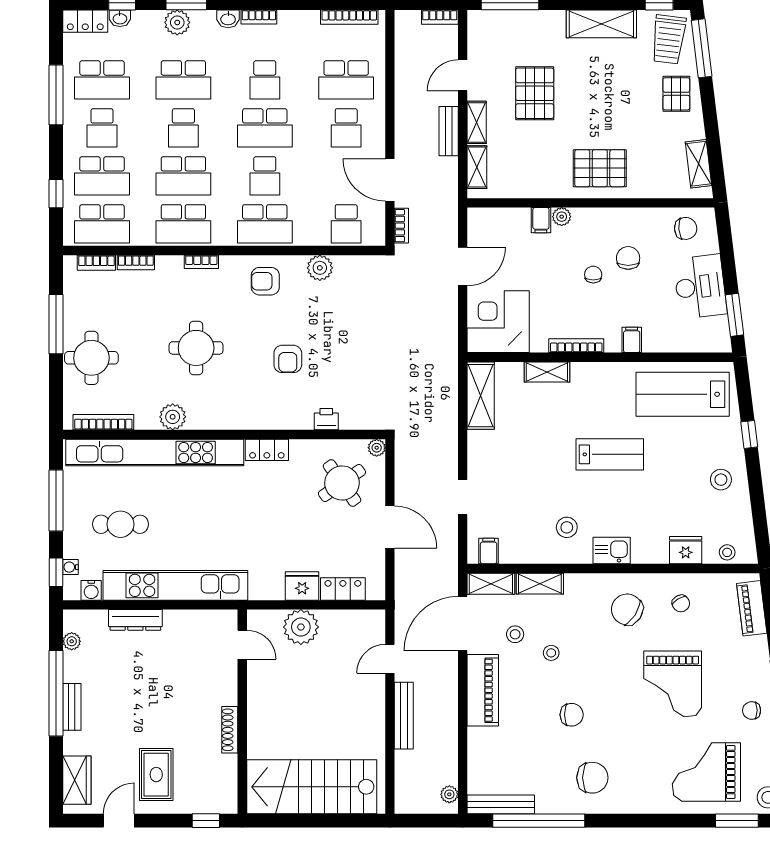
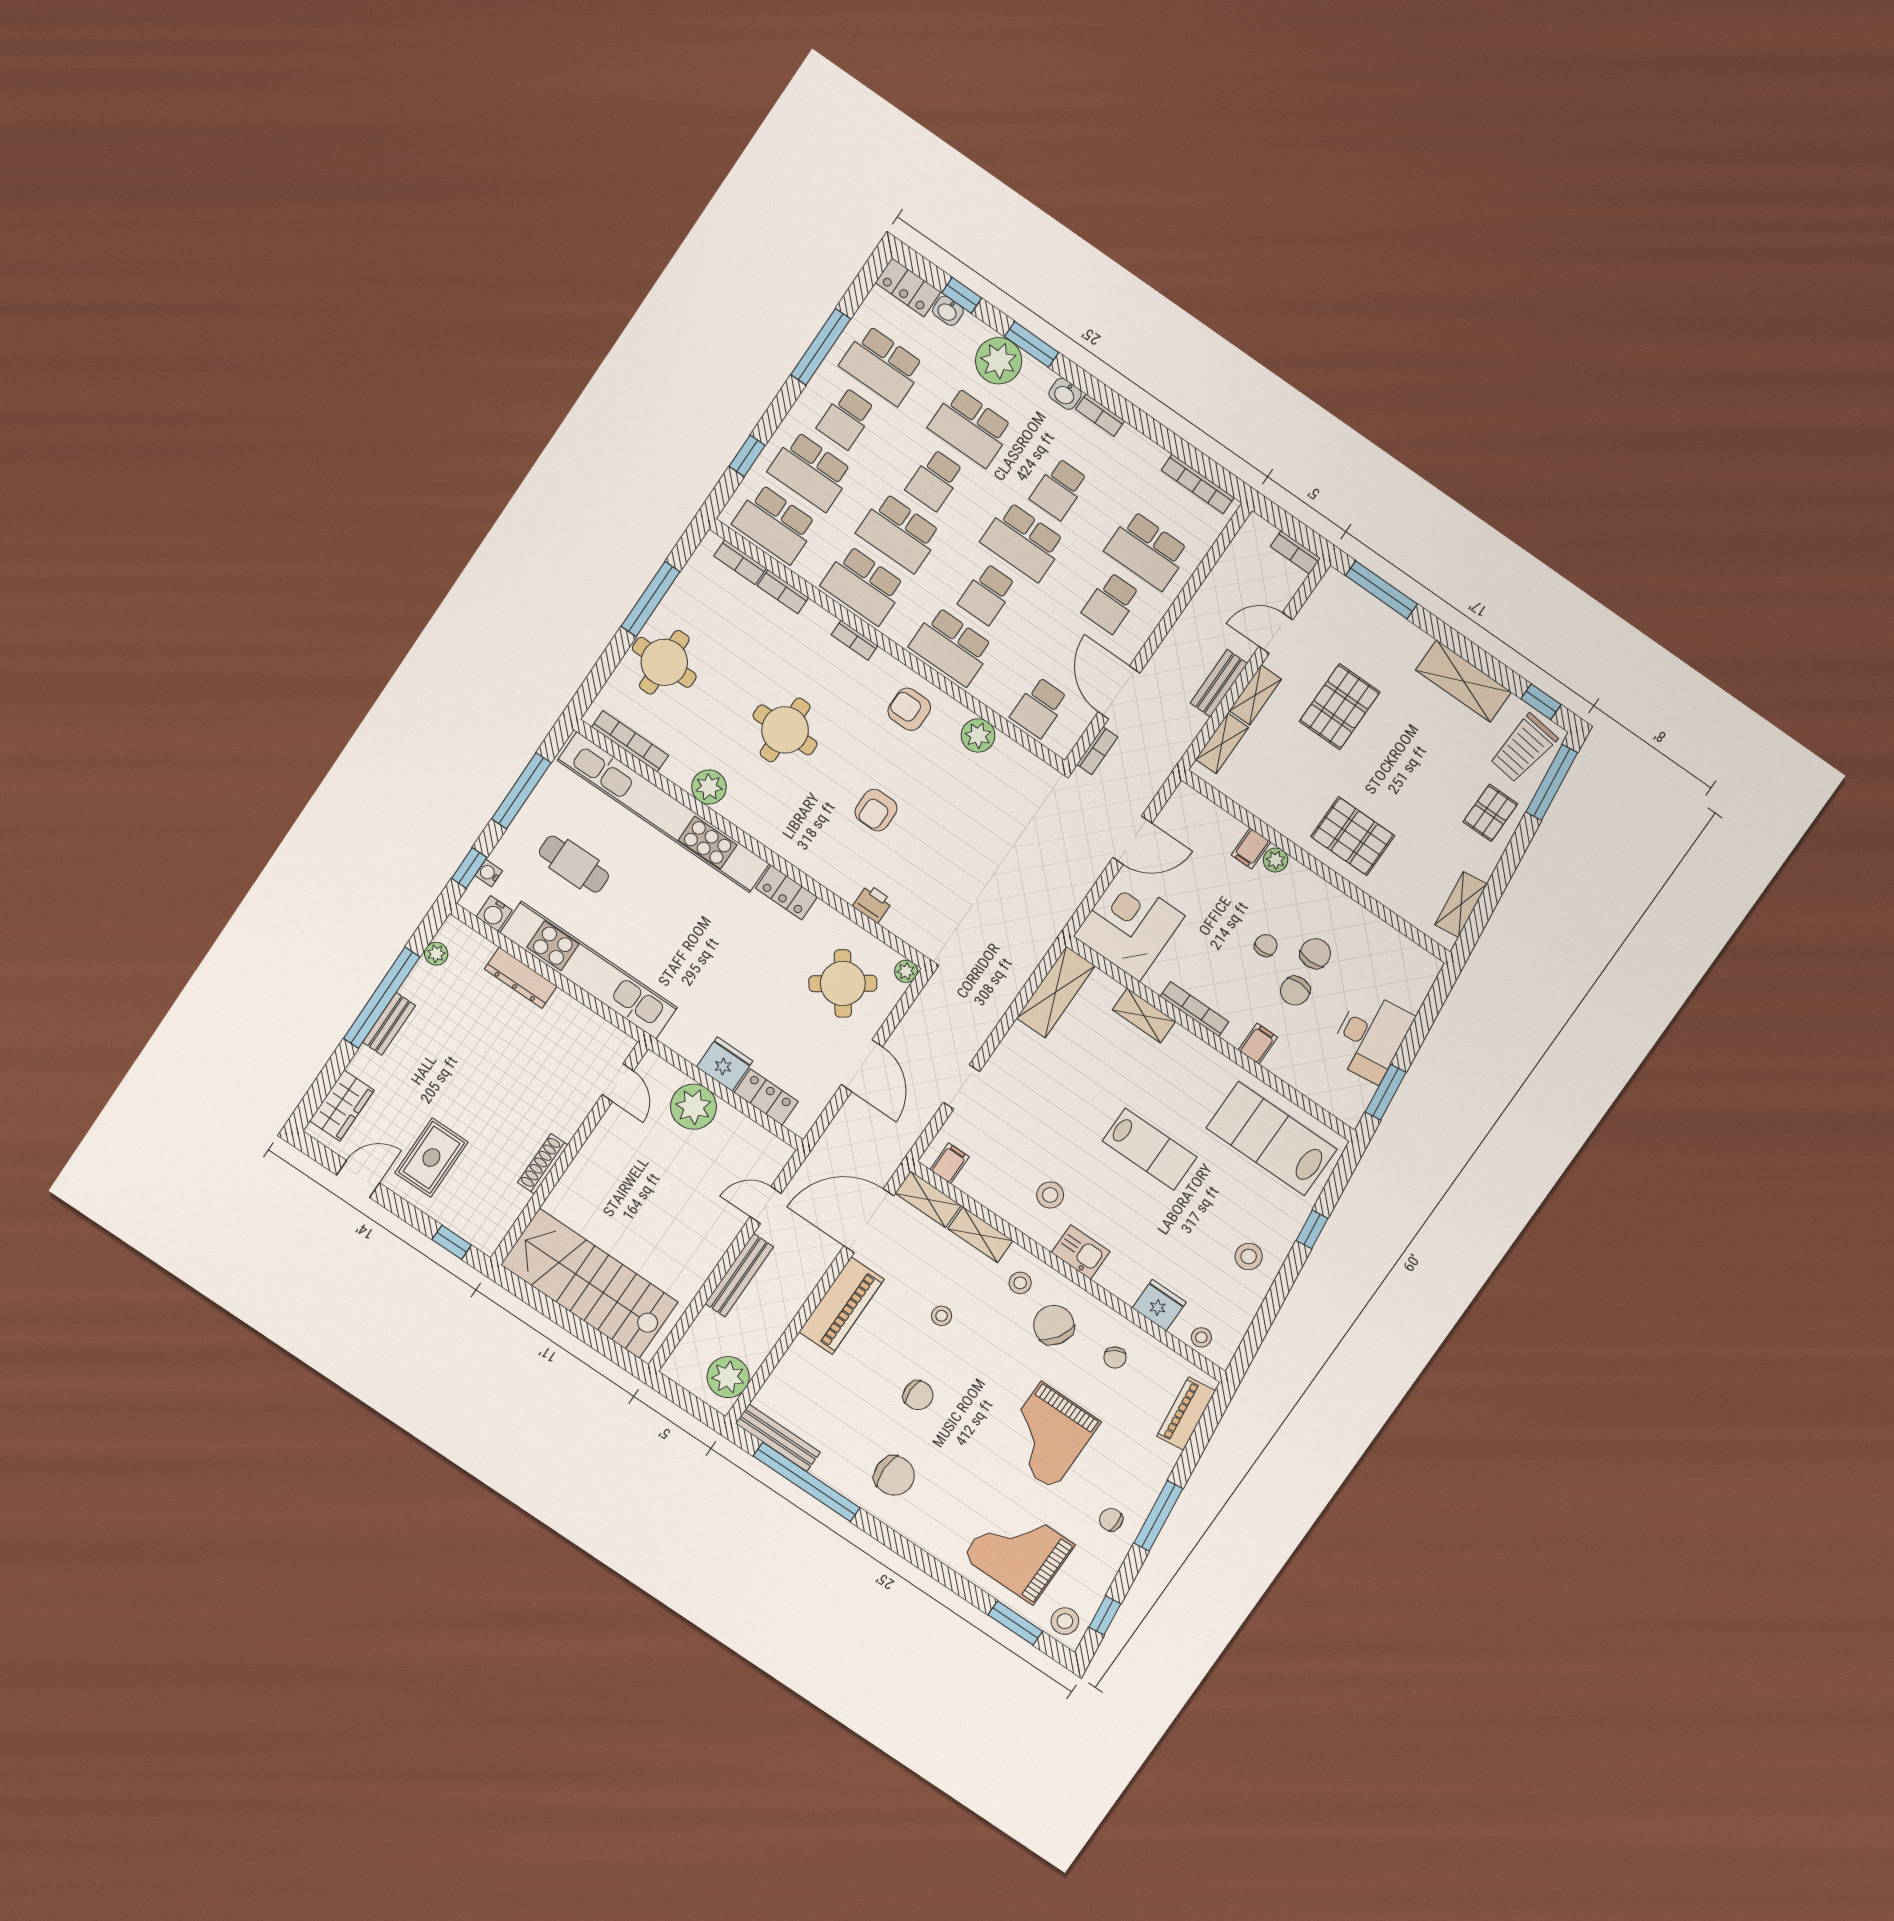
plant: (177, 22) -> (999, 361), width x1.36, depth x1.36
chair: (686, 228) -> (1295, 991), moved, turned 94
stool: (515, 634) -> (1020, 1283), moved
plant: (449, 794) -> (728, 1377), width x1.87, depth x1.87

